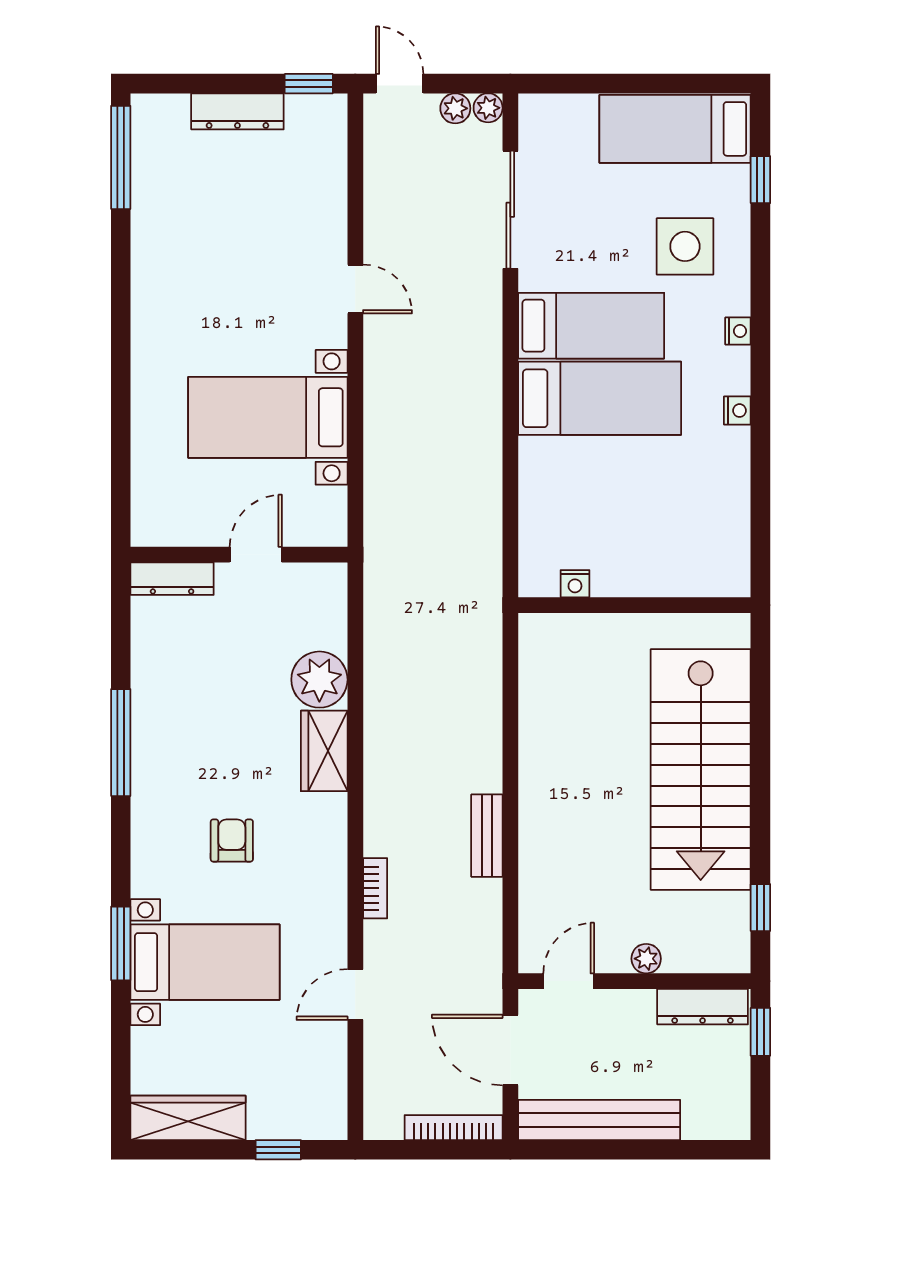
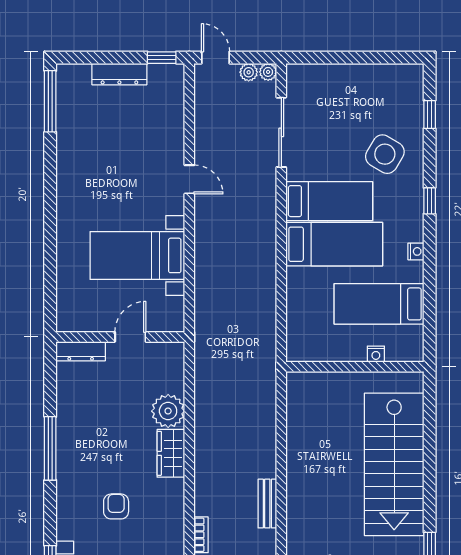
bed: (675, 129) -> (379, 304), moved
side table: (685, 246) -> (385, 154), turned 31
window: (760, 325) -> (430, 201), added
nightstand: (738, 331) -> (416, 204), removed
nightstand: (575, 584) -> (376, 354), moved

